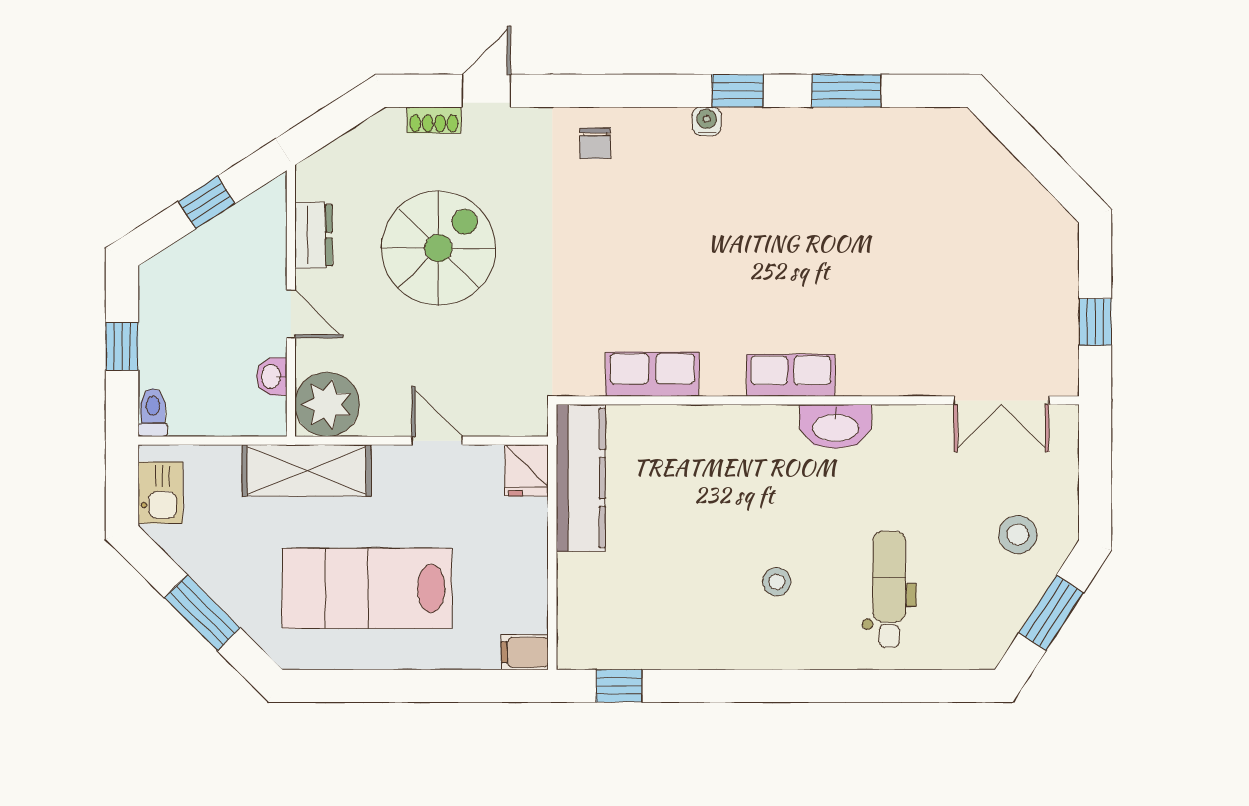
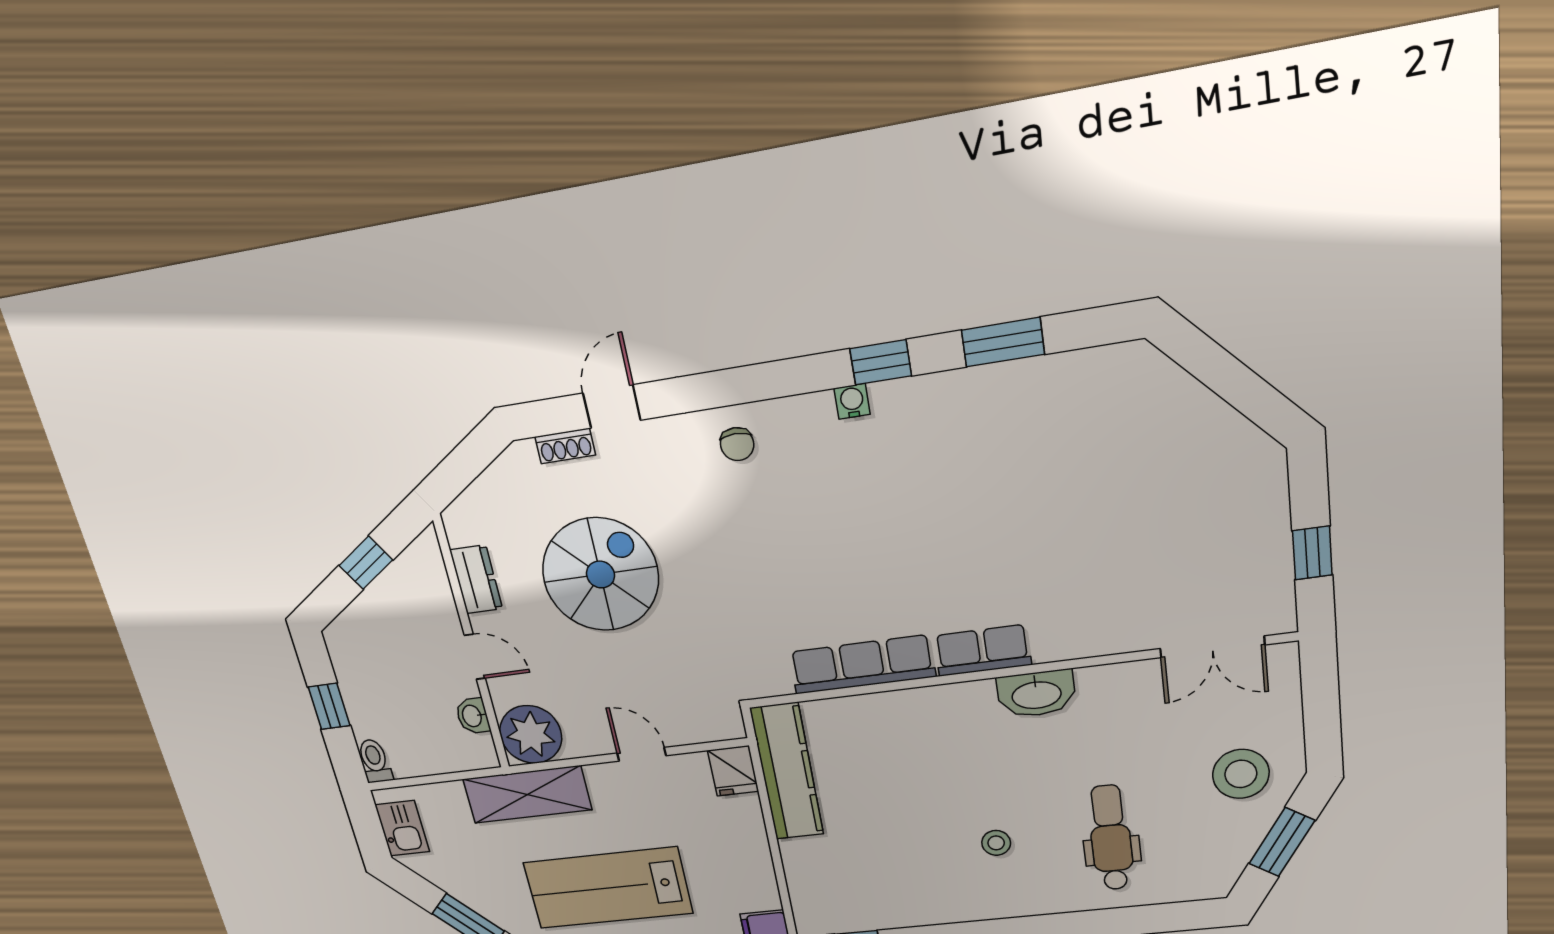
row of seats: (652, 374) -> (862, 664), width x1.48
stool: (1018, 535) -> (1241, 774), width x1.38, depth x1.38

